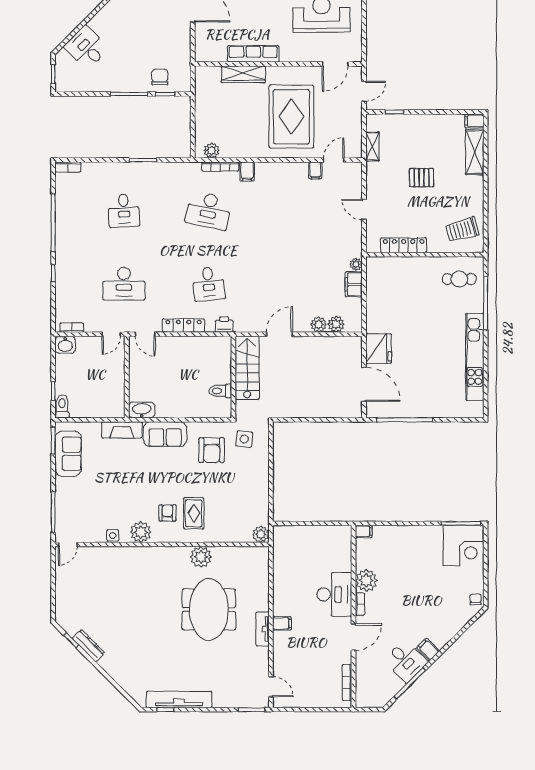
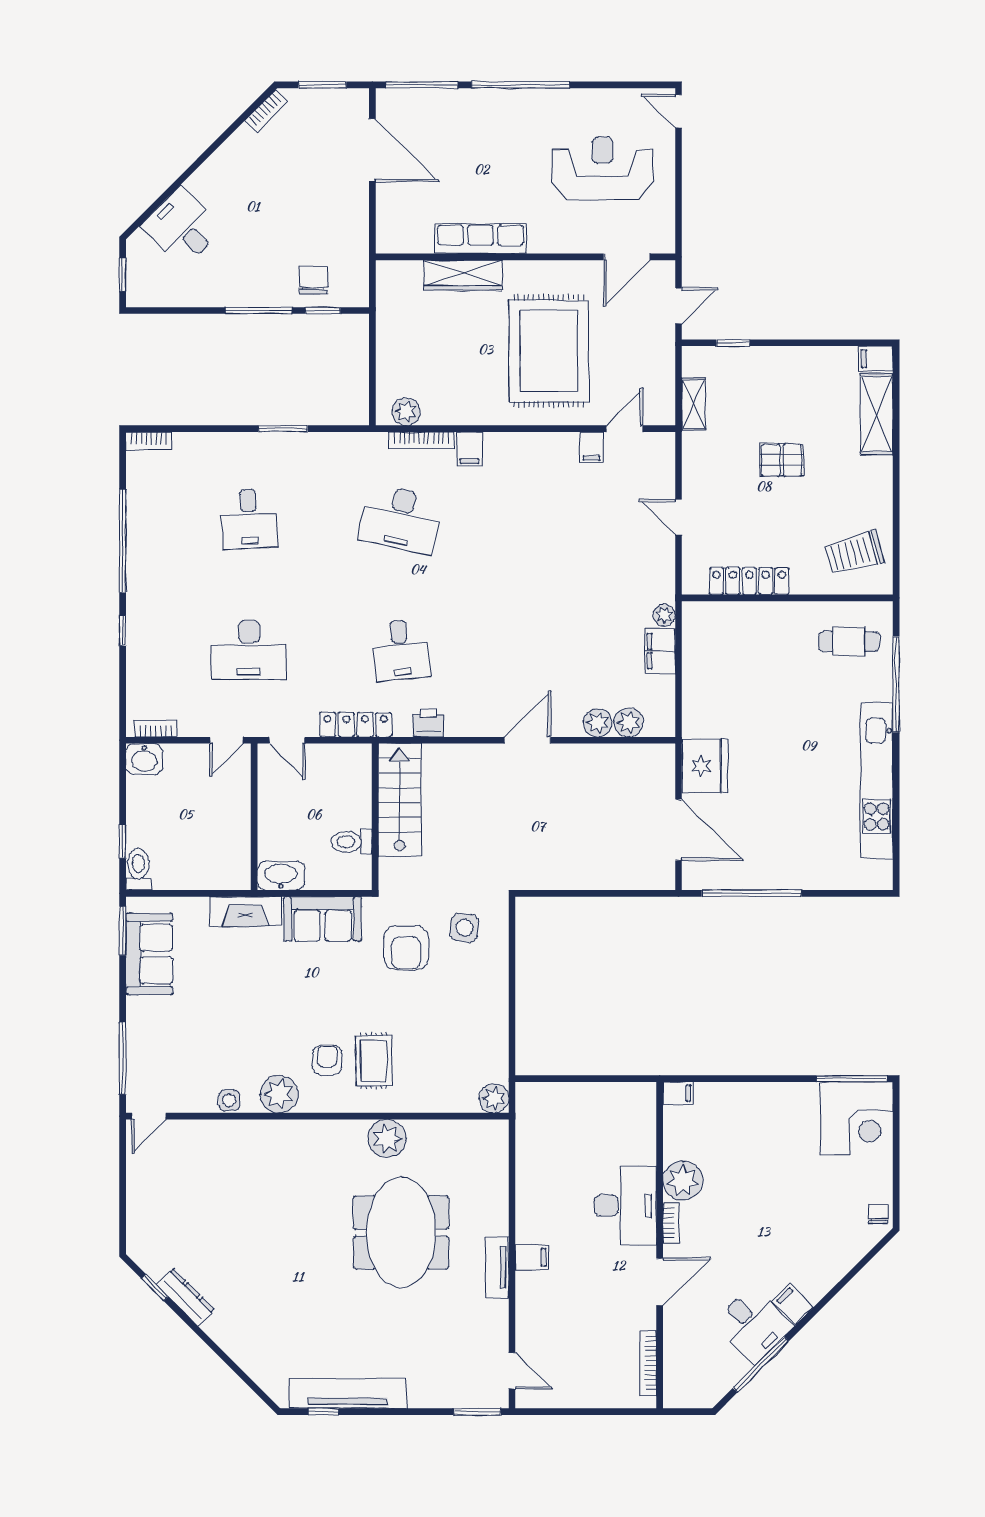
stairs: (247, 368) -> (400, 800), moved
wall: (233, 377) -> (375, 817), moved
toilet: (220, 391) -> (352, 842), moved

